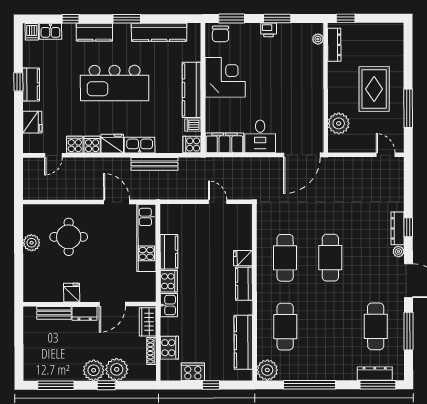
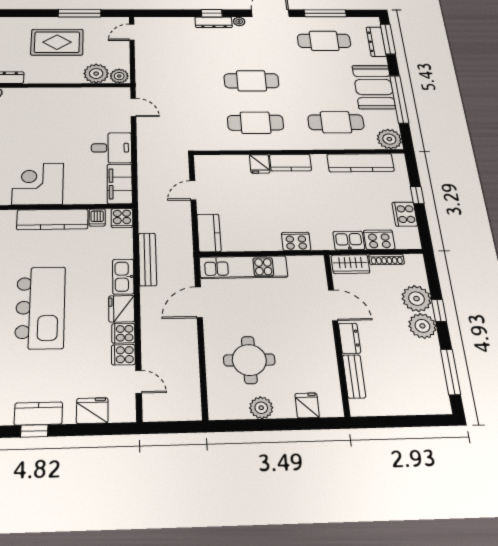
plant: (336, 143) -> (119, 76), added
door: (302, 155) -> (133, 107), width x0.53
kitchen counter: (169, 252) -> (209, 233), moved, turned 90
fridge: (72, 293) -> (307, 405), moved, turned 90
kitchen sink: (169, 305) -> (349, 241), moved
booth: (323, 364) -> (374, 87), added

